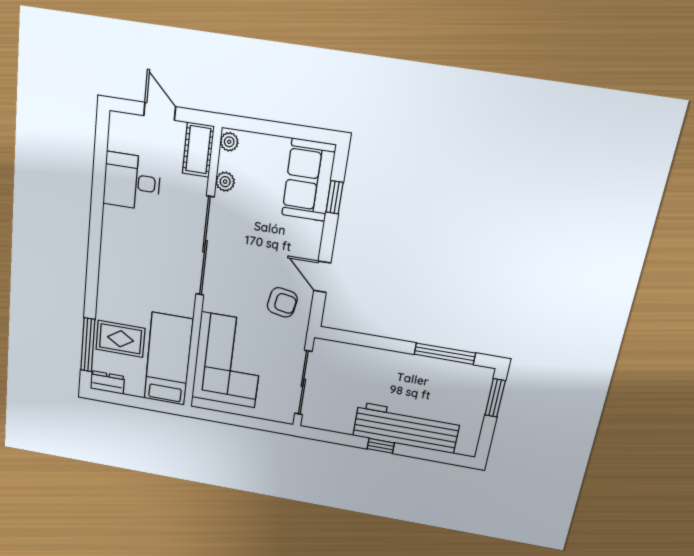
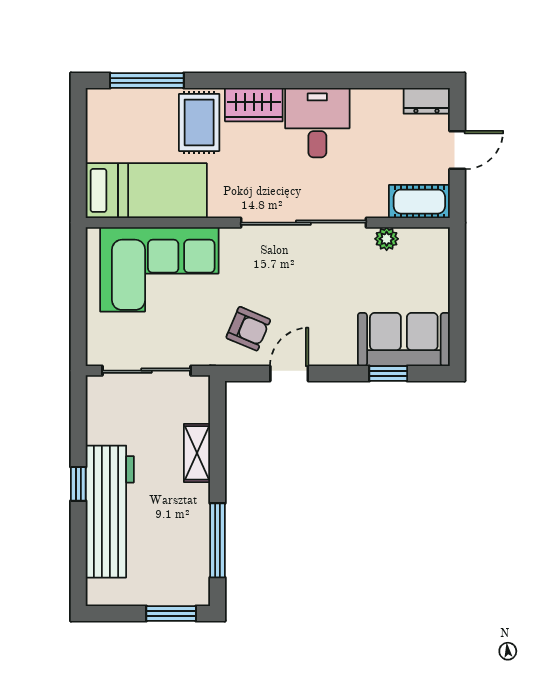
plant: (229, 142) -> (434, 238), removed
desk: (132, 182) -> (317, 123), moved
wardrobe: (111, 269) -> (254, 105), added
armchair: (282, 302) -> (248, 329), turned -77
rug: (120, 339) -> (199, 122), moved
shelving: (373, 357) -> (197, 453), added
dresser: (107, 382) -> (426, 101), moved, turned 90

